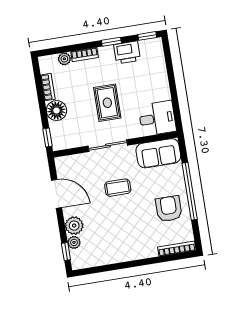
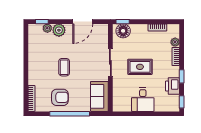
floor lamp: (56, 111) -> (123, 31), moved
desk: (157, 118) -> (143, 100), moved
coffee table: (118, 188) -> (64, 67), moved

